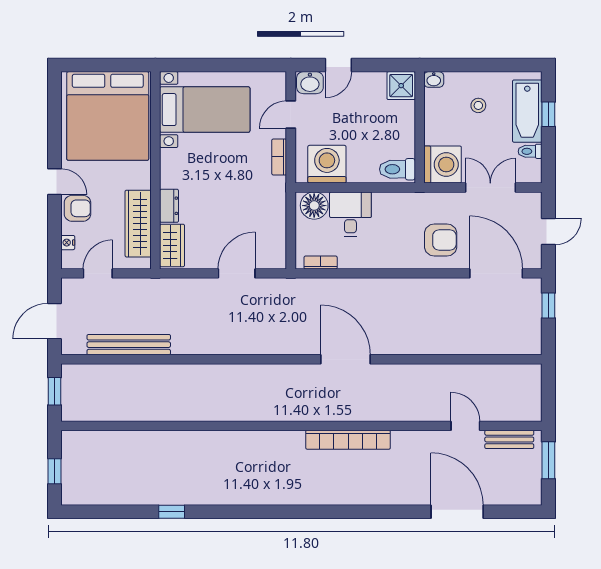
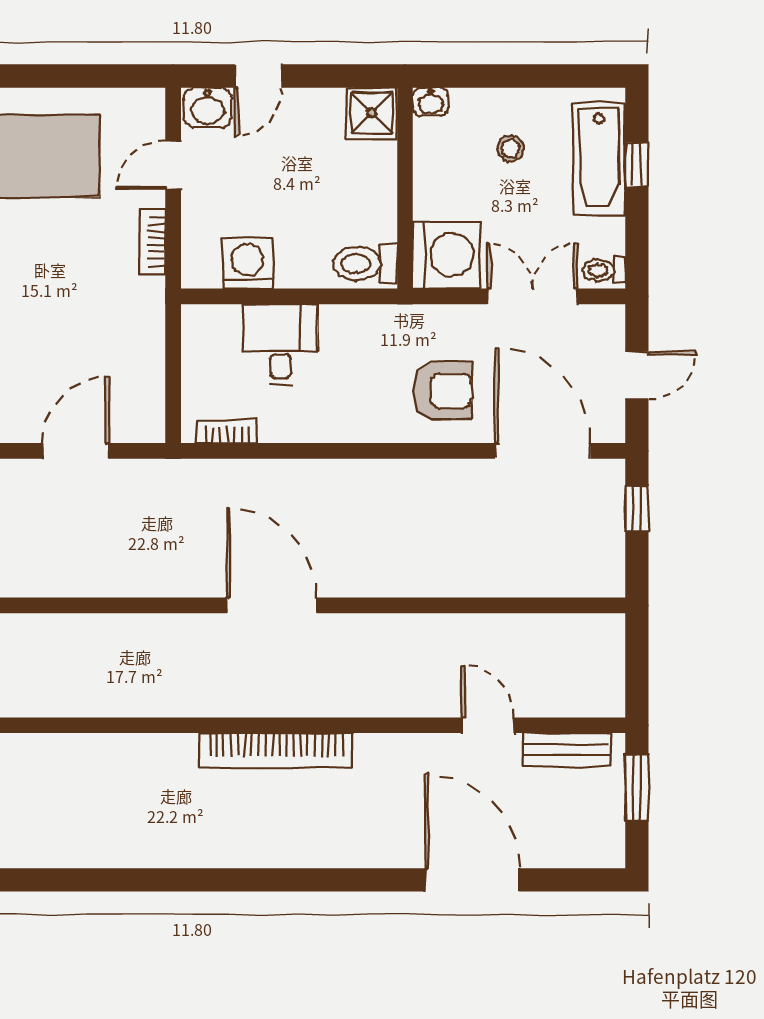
toilet: (530, 151) -> (604, 270), moved
washing machine: (327, 164) -> (248, 264), width x0.73, depth x0.73
floor lamp: (314, 206) -> (215, 329), removed

